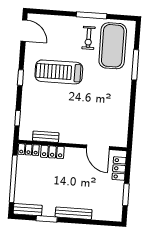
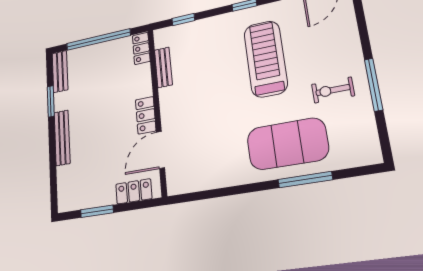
exercise mat: (113, 46) -> (287, 144), moved
locker: (52, 152) -> (146, 115), moved

